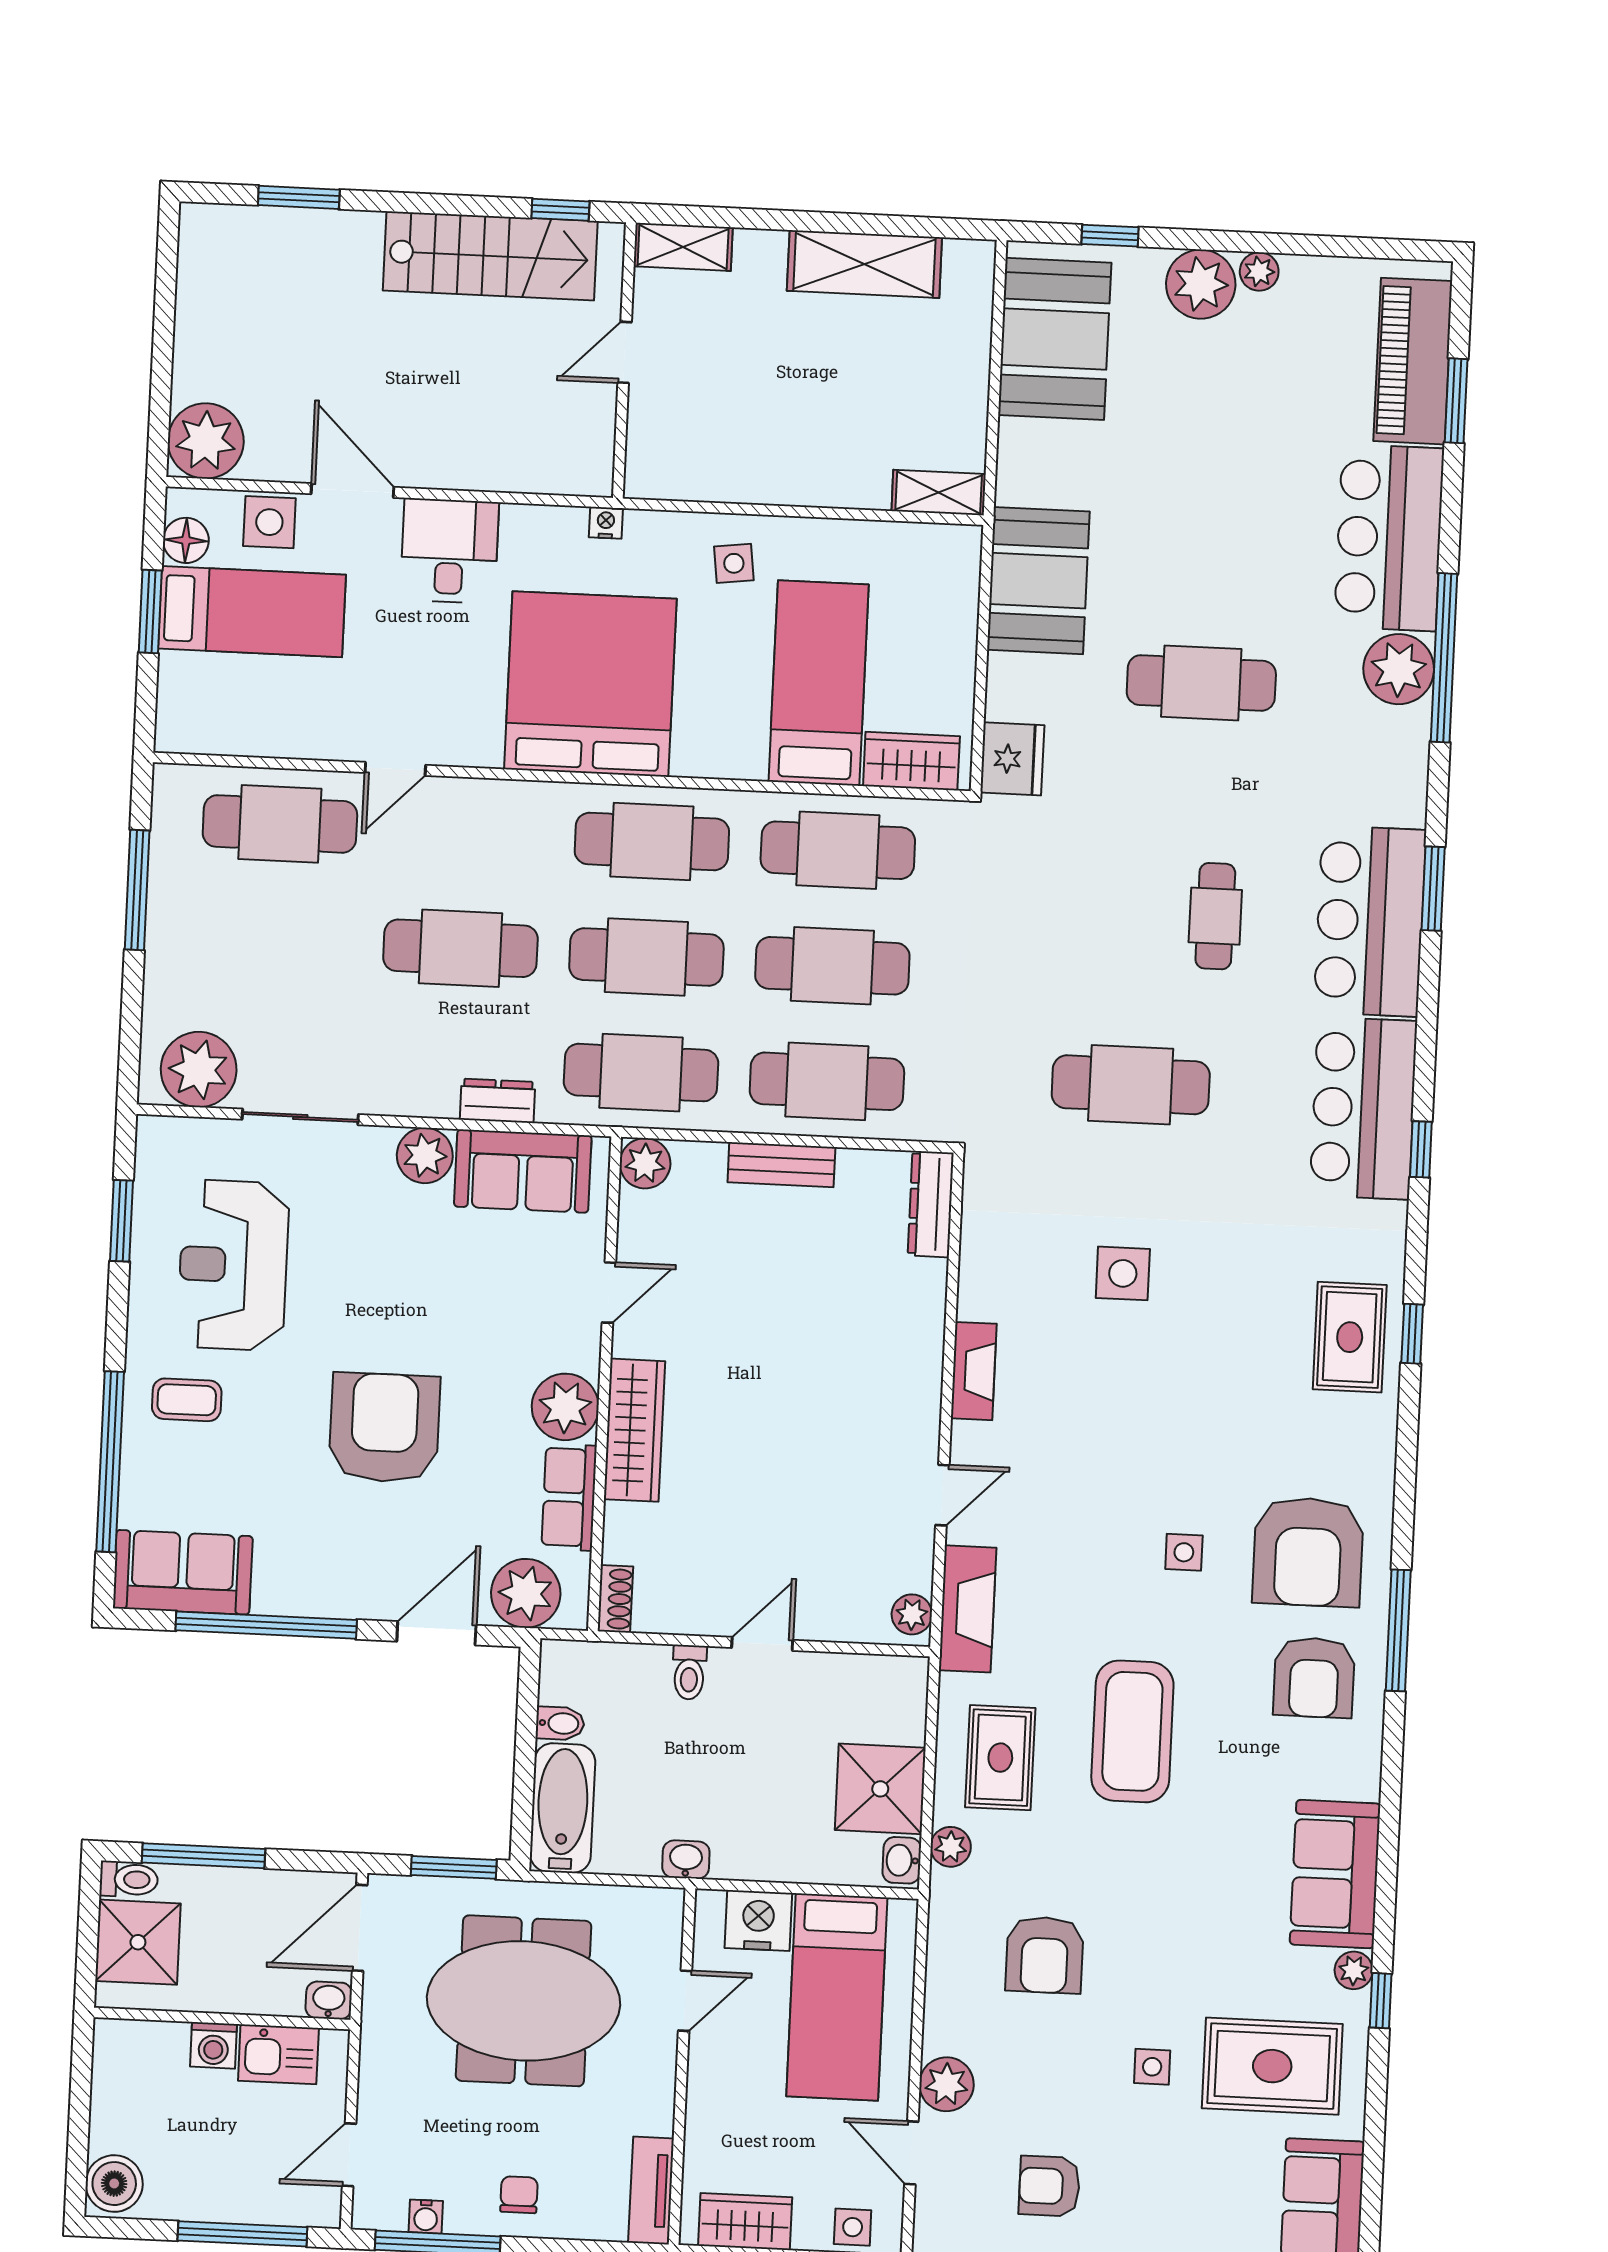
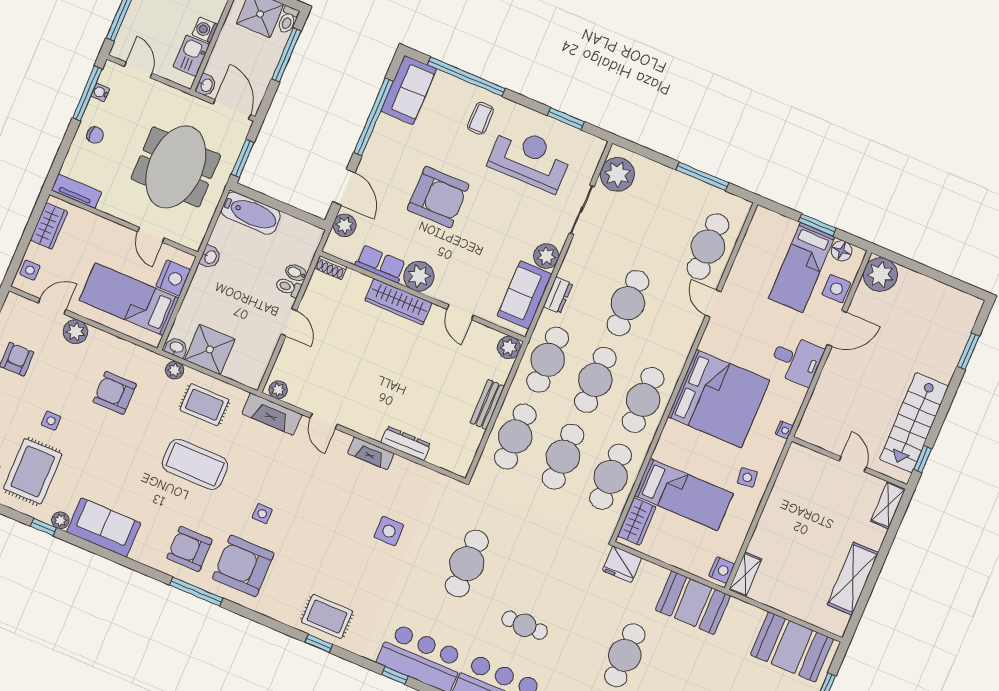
nightstand: (947, 545) -> (722, 570), added
dresser: (931, 1204) -> (406, 443), moved
plant: (526, 1593) -> (345, 225), width x0.73, depth x0.73
bidet: (560, 1723) -> (296, 273), moved, turned 90

